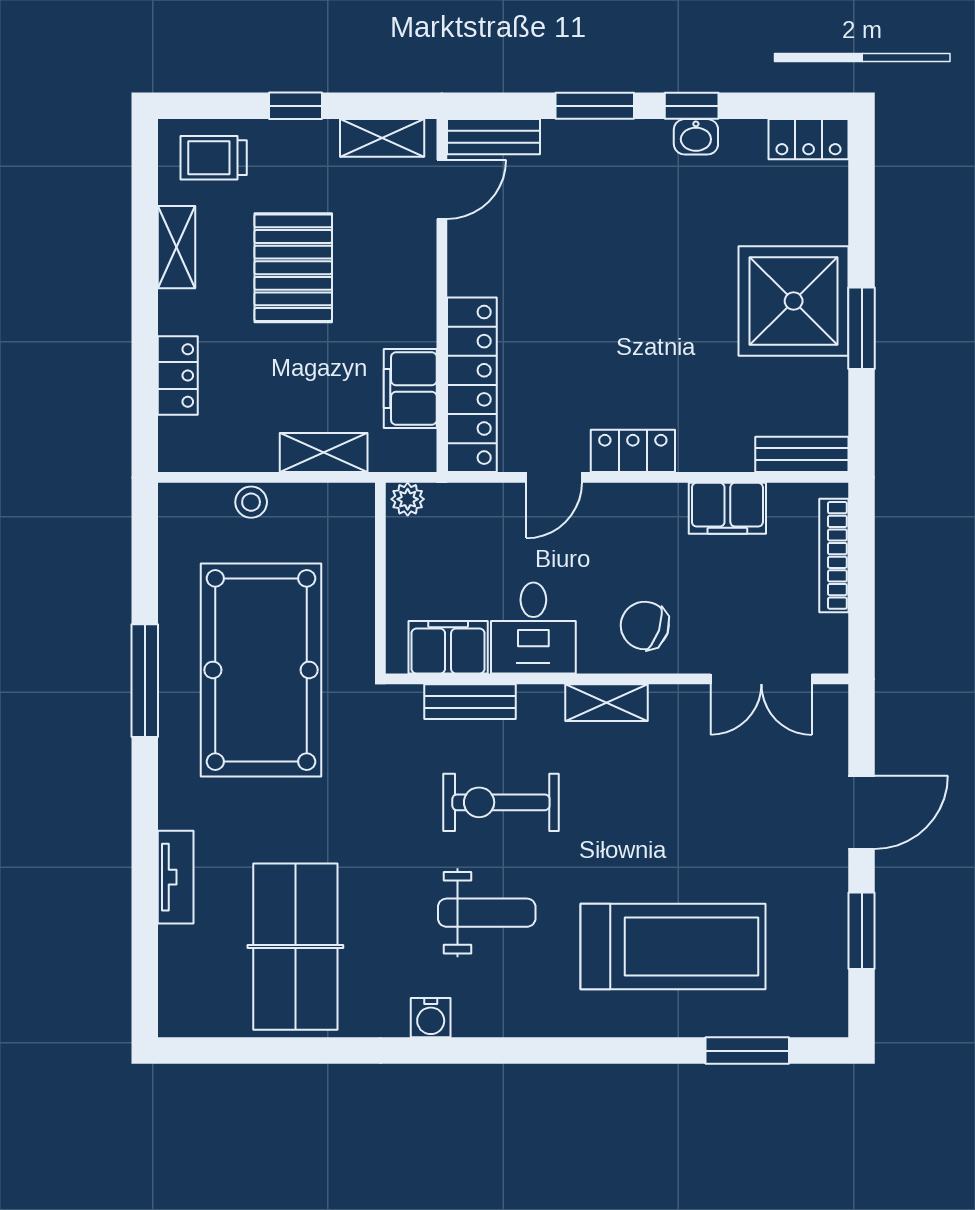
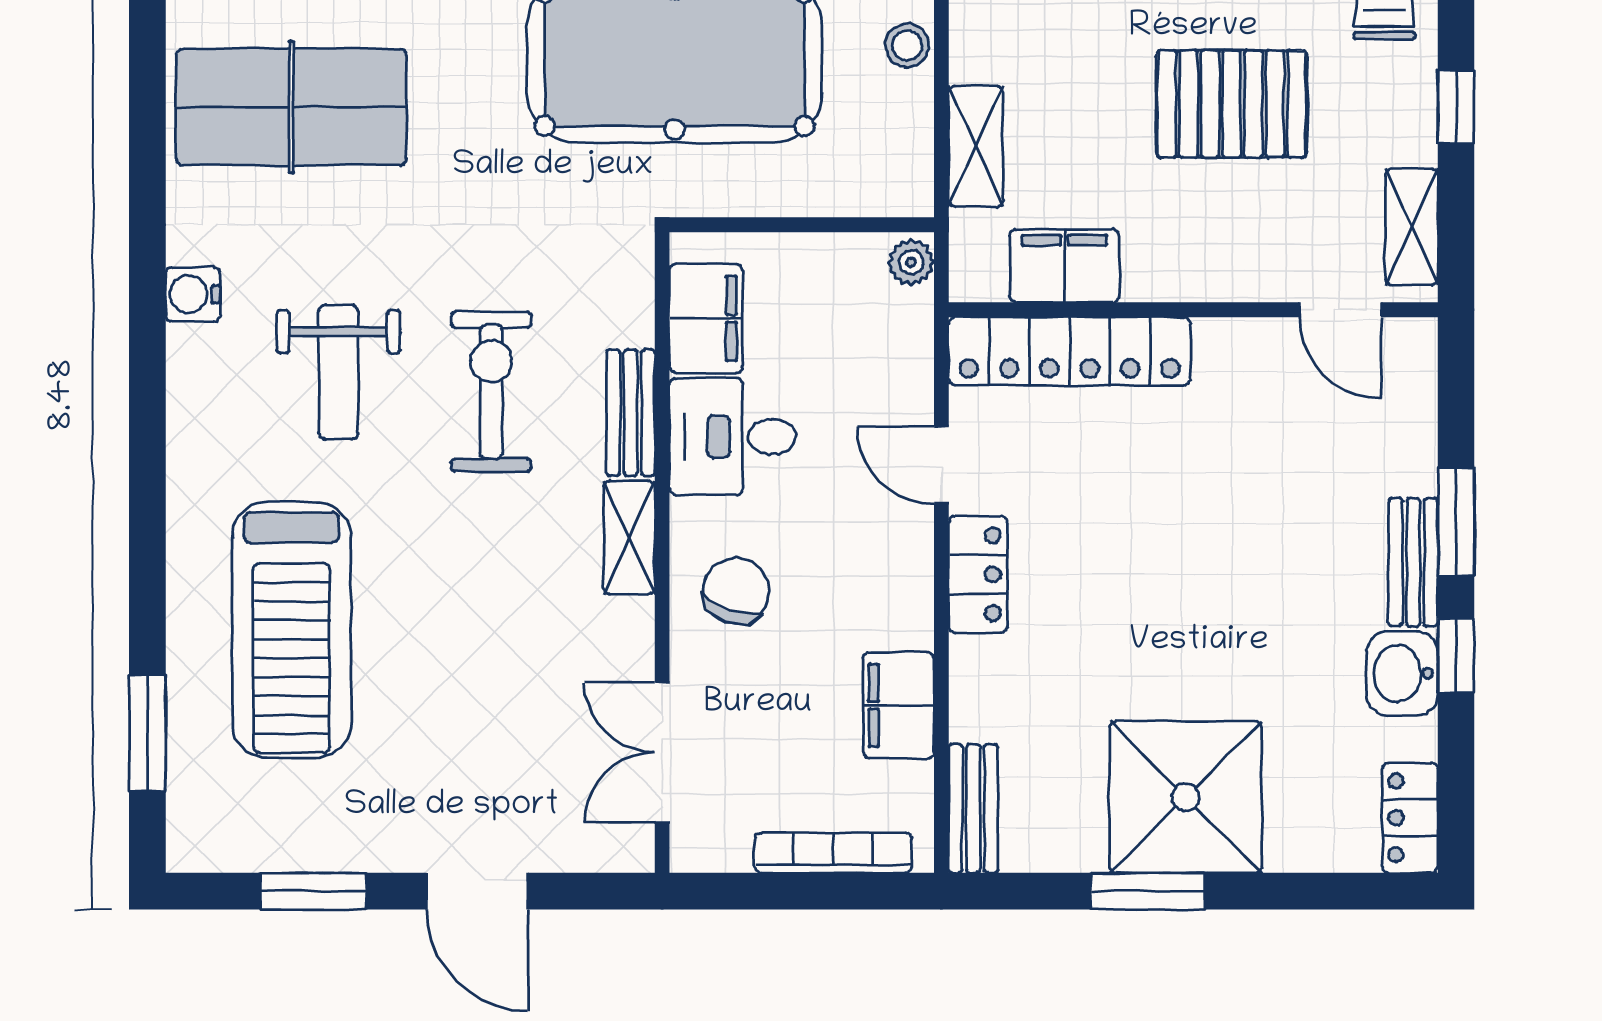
bench: (493, 137) -> (1413, 562), moved
washbasin: (696, 137) -> (1402, 673), width x1.38, depth x1.45
bench: (470, 702) -> (631, 413), moved

